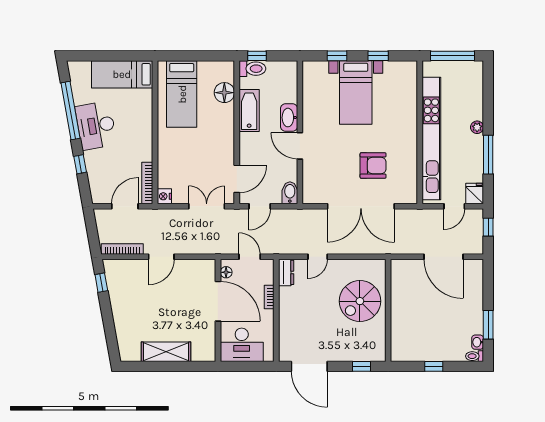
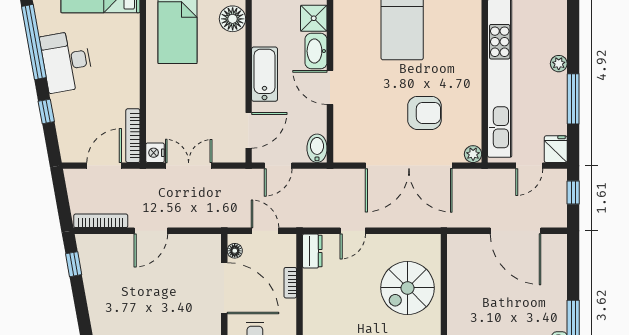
shower: (287, 92) -> (314, 18), added
bathtub: (249, 111) -> (264, 74), moved
plant: (411, 197) -> (473, 154), added
double door: (207, 206) -> (189, 166), moved

